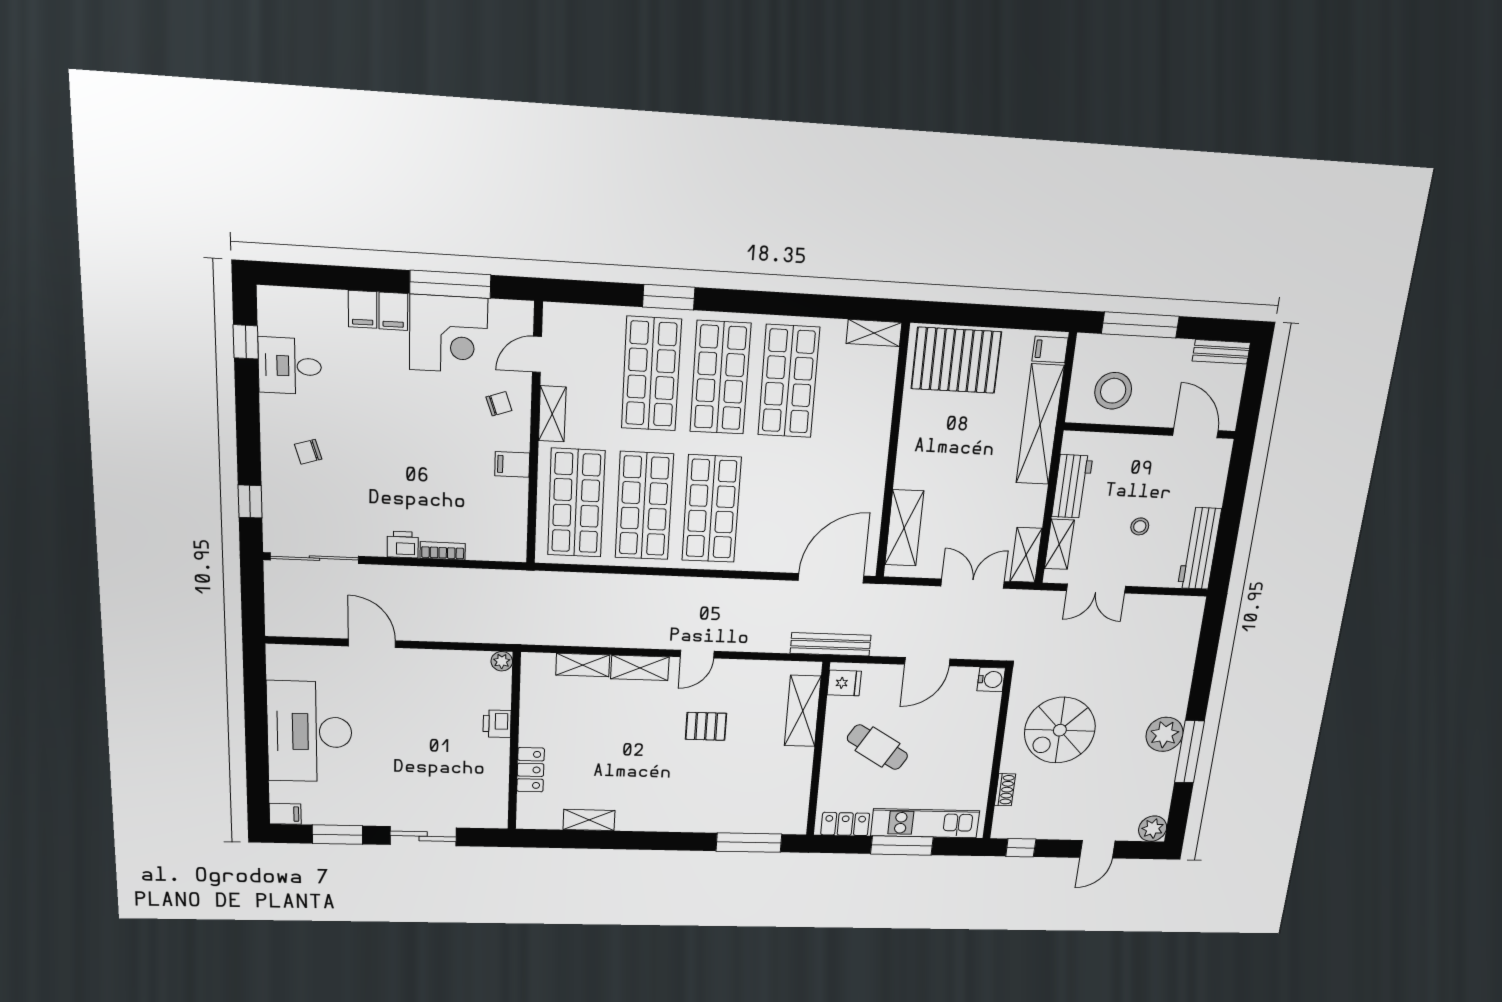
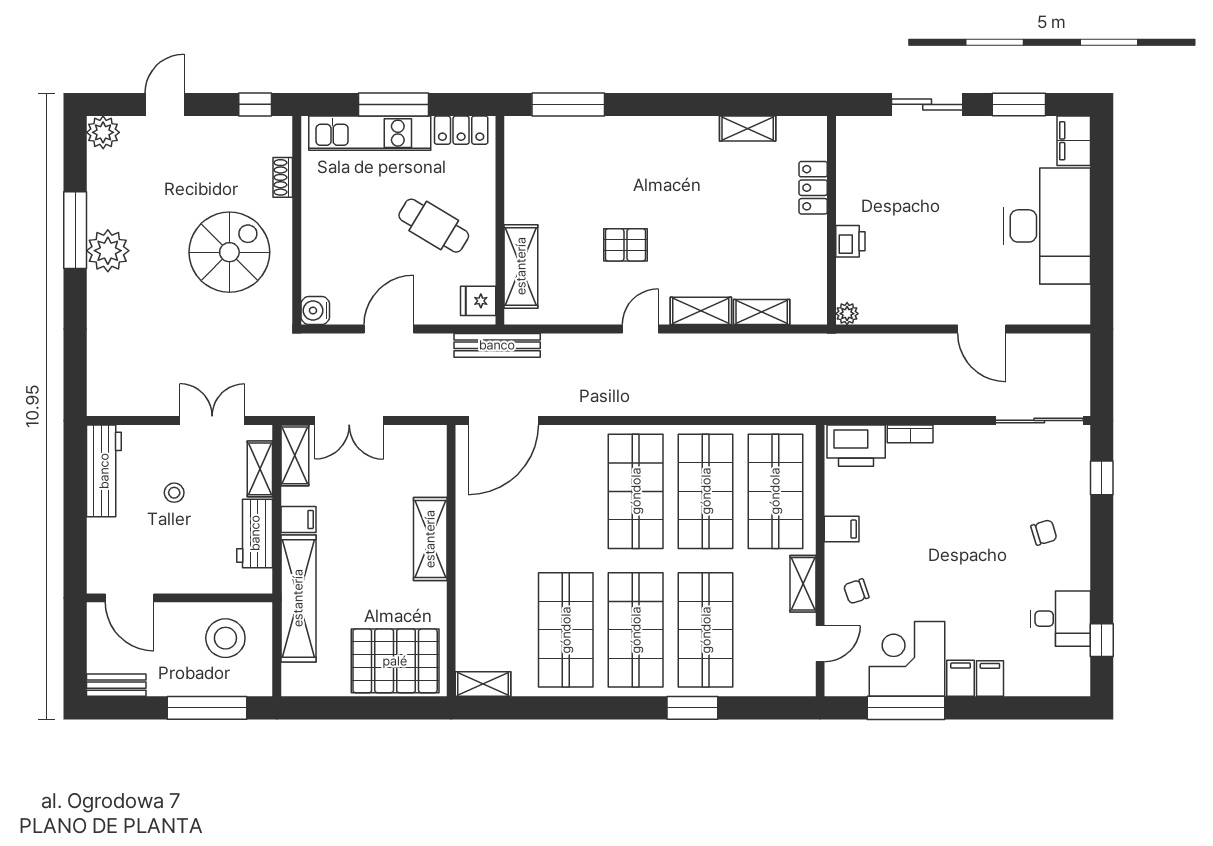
filing cabinet: (1050, 349) -> (298, 520), moved
shelving: (904, 528) -> (430, 539), moved
printer: (403, 545) -> (856, 446), moved, width x1.87, depth x1.48
filing cabinet: (285, 814) -> (1074, 141), width x2.00

